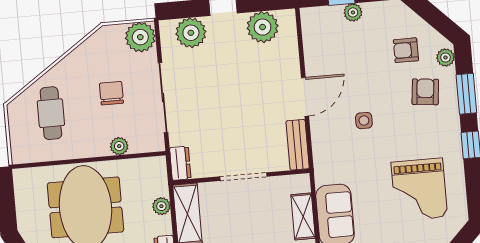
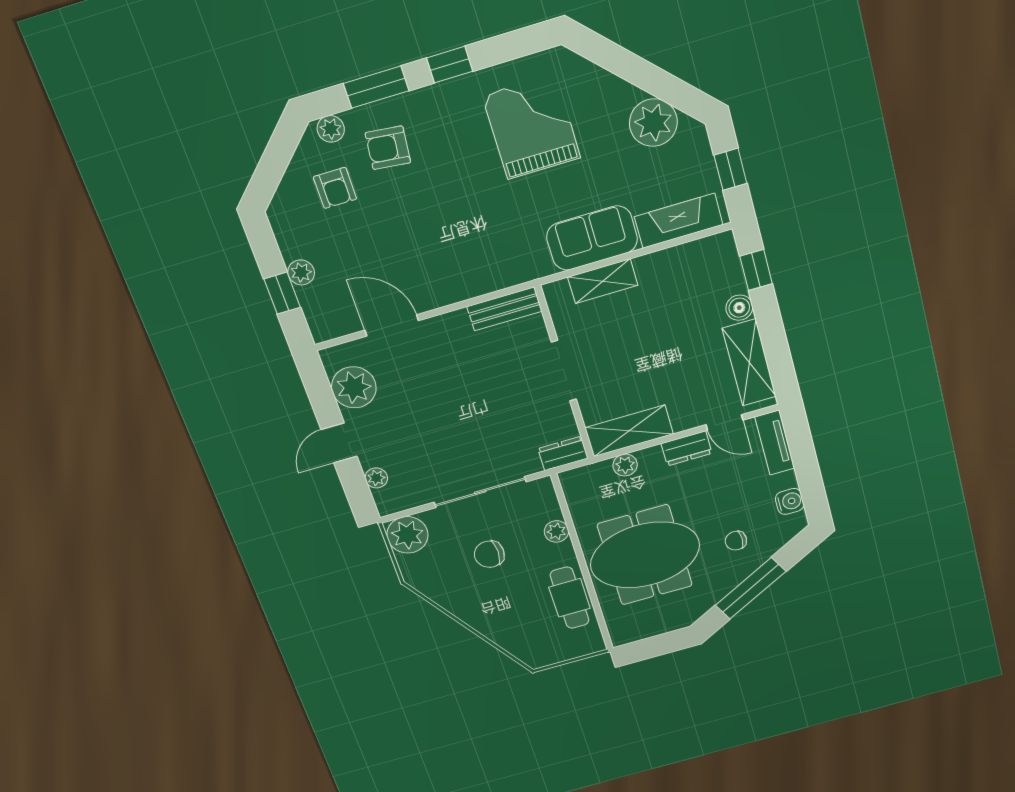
plant: (191, 33) -> (376, 478), width x0.53, depth x0.53
door: (305, 97) -> (392, 325), moved
cafe table: (51, 113) -> (570, 598), moved, turned 90
side table: (364, 121) -> (450, 226), removed
grand piano: (419, 190) -> (532, 127), turned -90

